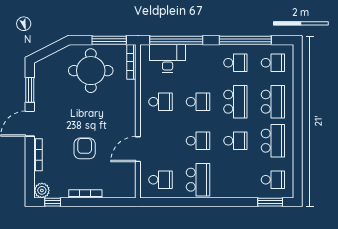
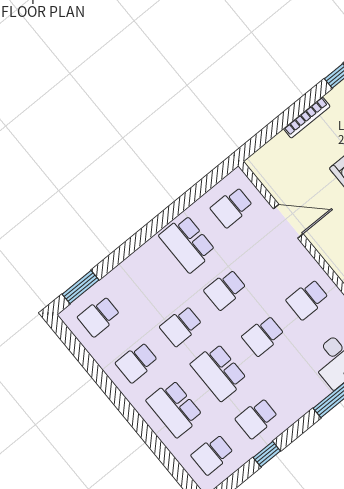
window: (245, 40) -> (267, 454), width x0.32
school desk: (273, 141) -> (137, 362), width x0.54
door: (138, 149) -> (288, 221), hinge flipped

